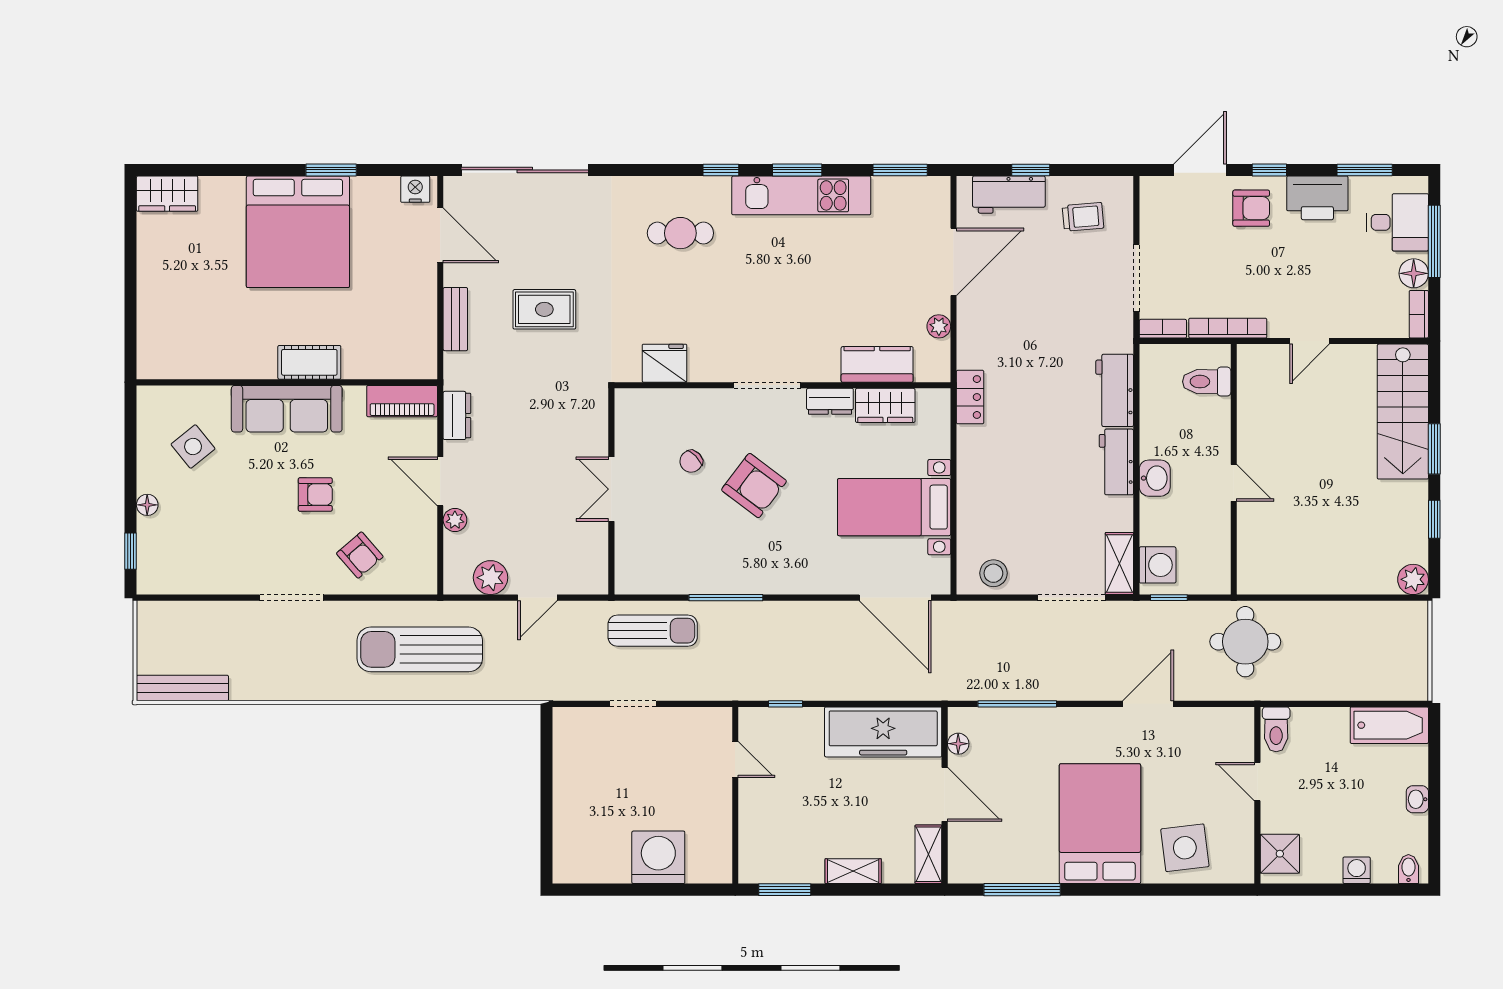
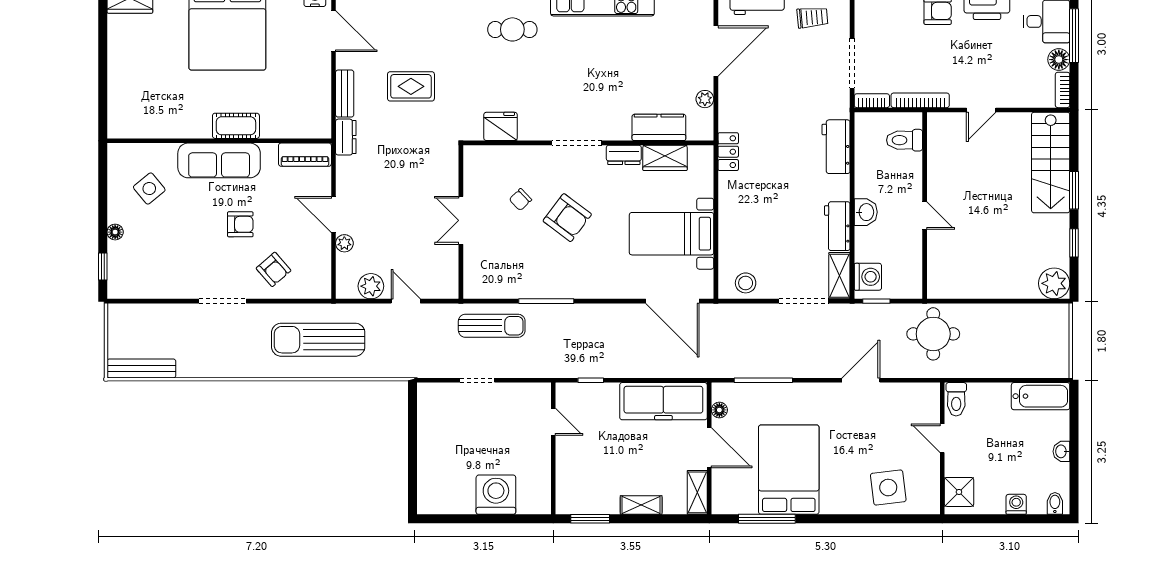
dresser: (457, 415) -> (346, 137), moved
workbench: (1116, 462) -> (837, 226), moved
plant: (1413, 579) -> (1054, 283), width x1.36, depth x1.36
door: (537, 598) -> (406, 301), swing flipped
bed: (1100, 824) -> (789, 470), moved

